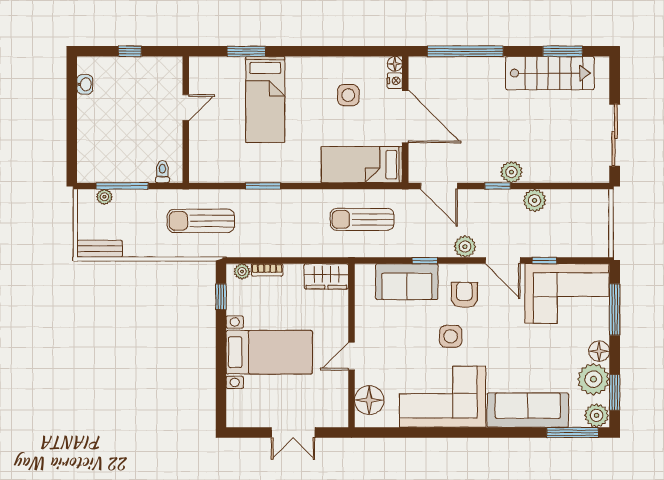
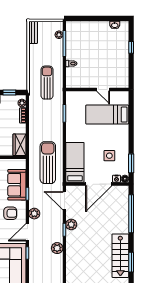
window: (246, 51) -> (131, 163), moved
door: (186, 108) -> (103, 89), moved
wall: (186, 120) -> (97, 89), moved
plant: (511, 172) -> (71, 224), moved
door: (439, 186) -> (64, 201), hinge flipped
sun lounger: (362, 219) -> (48, 163), width x1.36, depth x1.34

